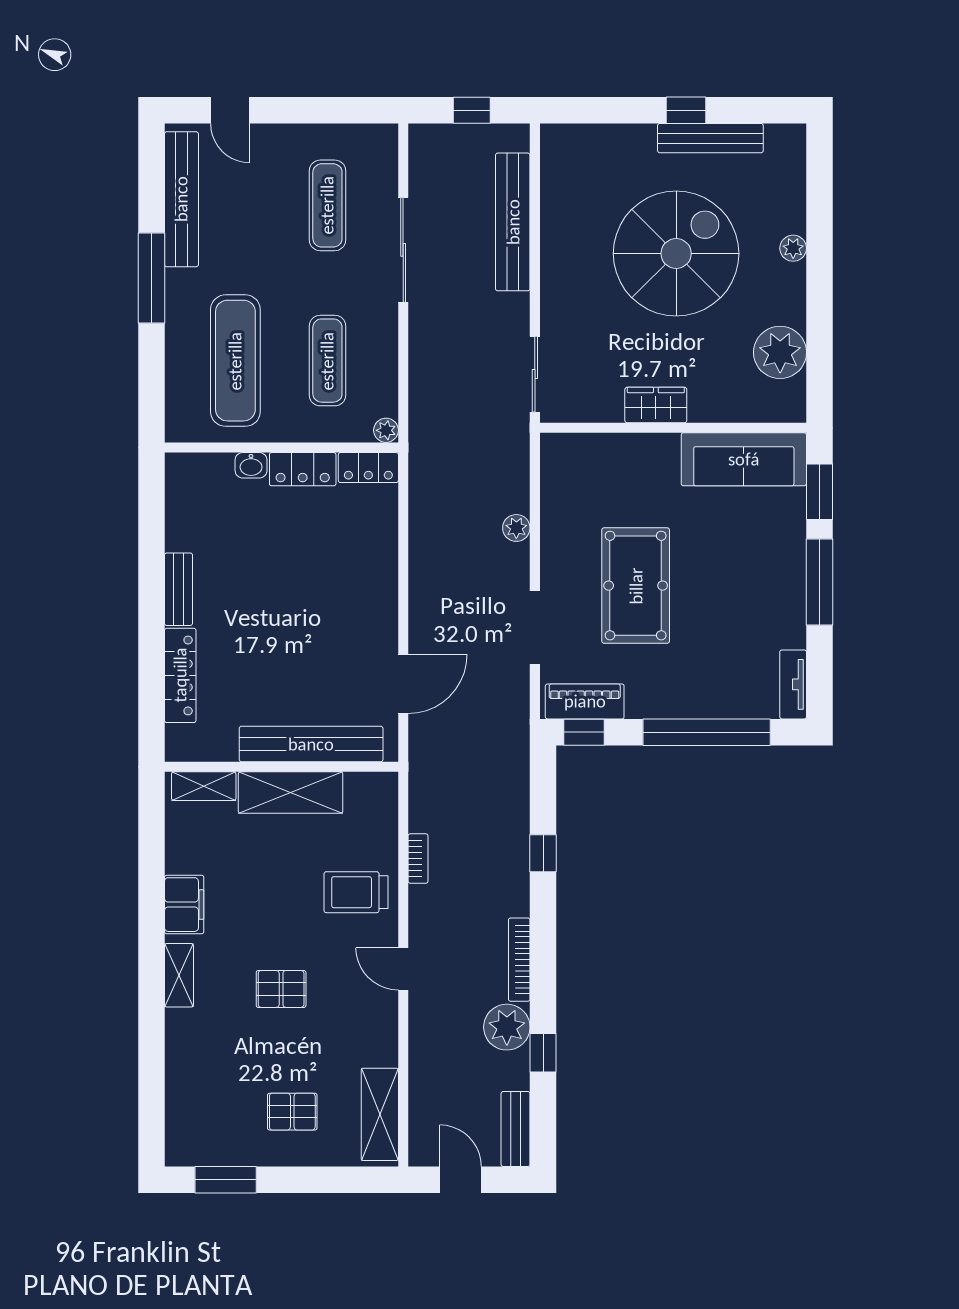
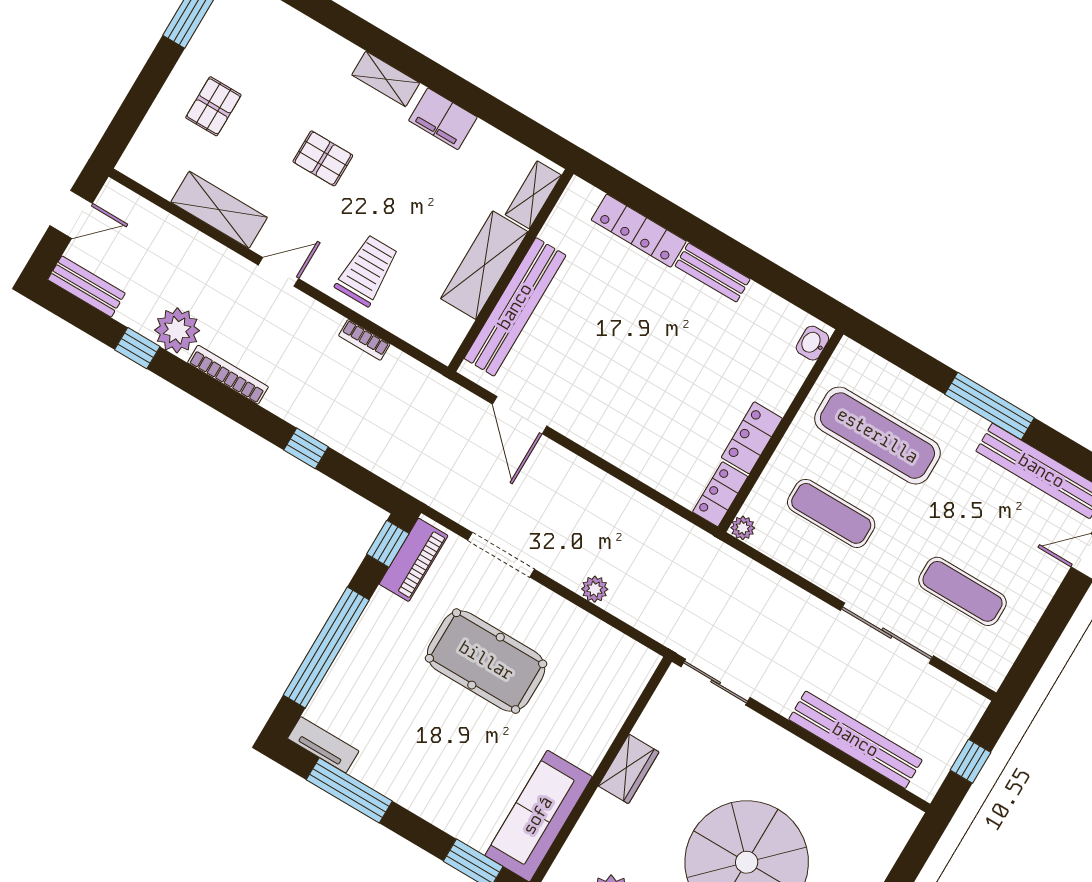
washbasin: (251, 465) -> (812, 343), moved
window: (820, 582) -> (349, 790), moved
pallet: (281, 989) -> (323, 158), turned 90
shelving: (380, 1114) -> (219, 210), moved

